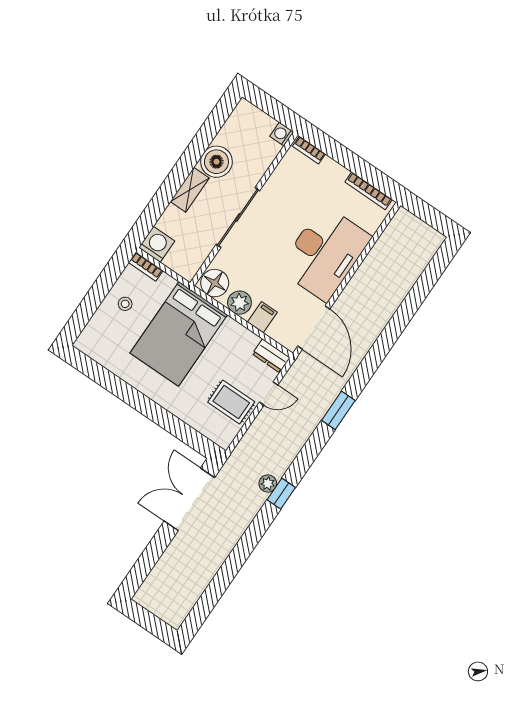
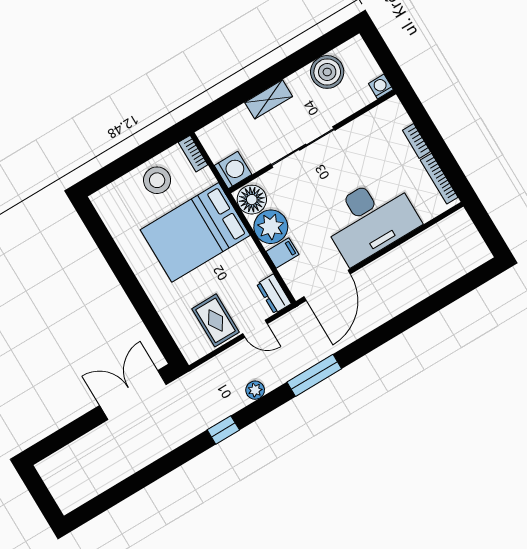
bookcase: (309, 150) -> (416, 141), moved
boiler: (216, 162) -> (327, 72), moved
washing machine: (157, 244) -> (233, 170), moved
plant: (239, 303) -> (271, 227), width x1.36, depth x1.36
stool: (125, 304) -> (157, 180), width x1.89, depth x1.89
window: (338, 410) -> (314, 375), width x1.44
plant: (268, 484) -> (255, 390), moved

